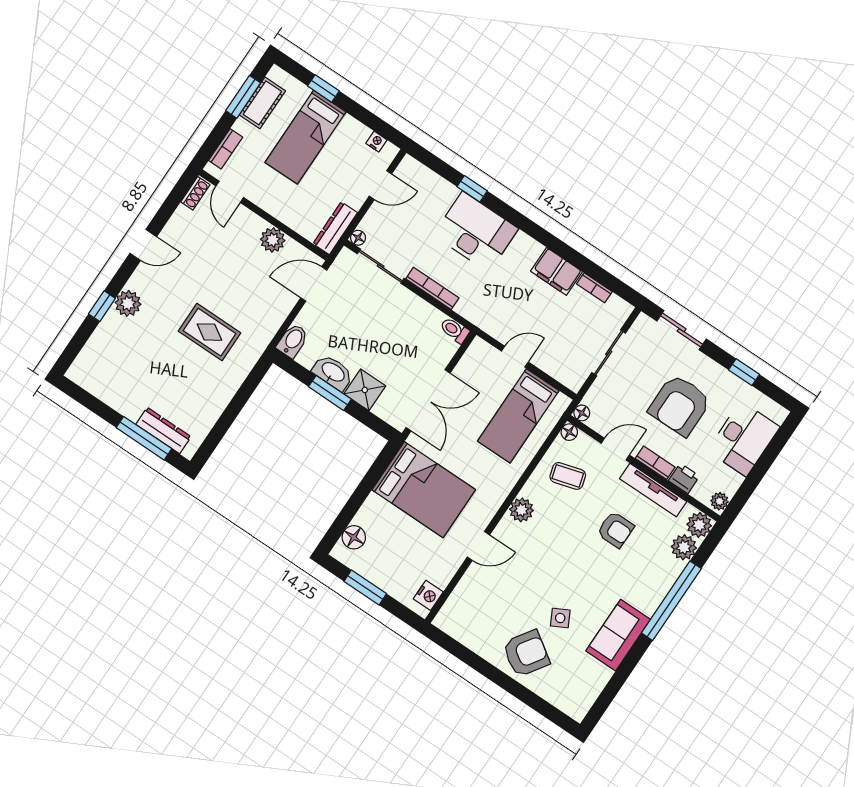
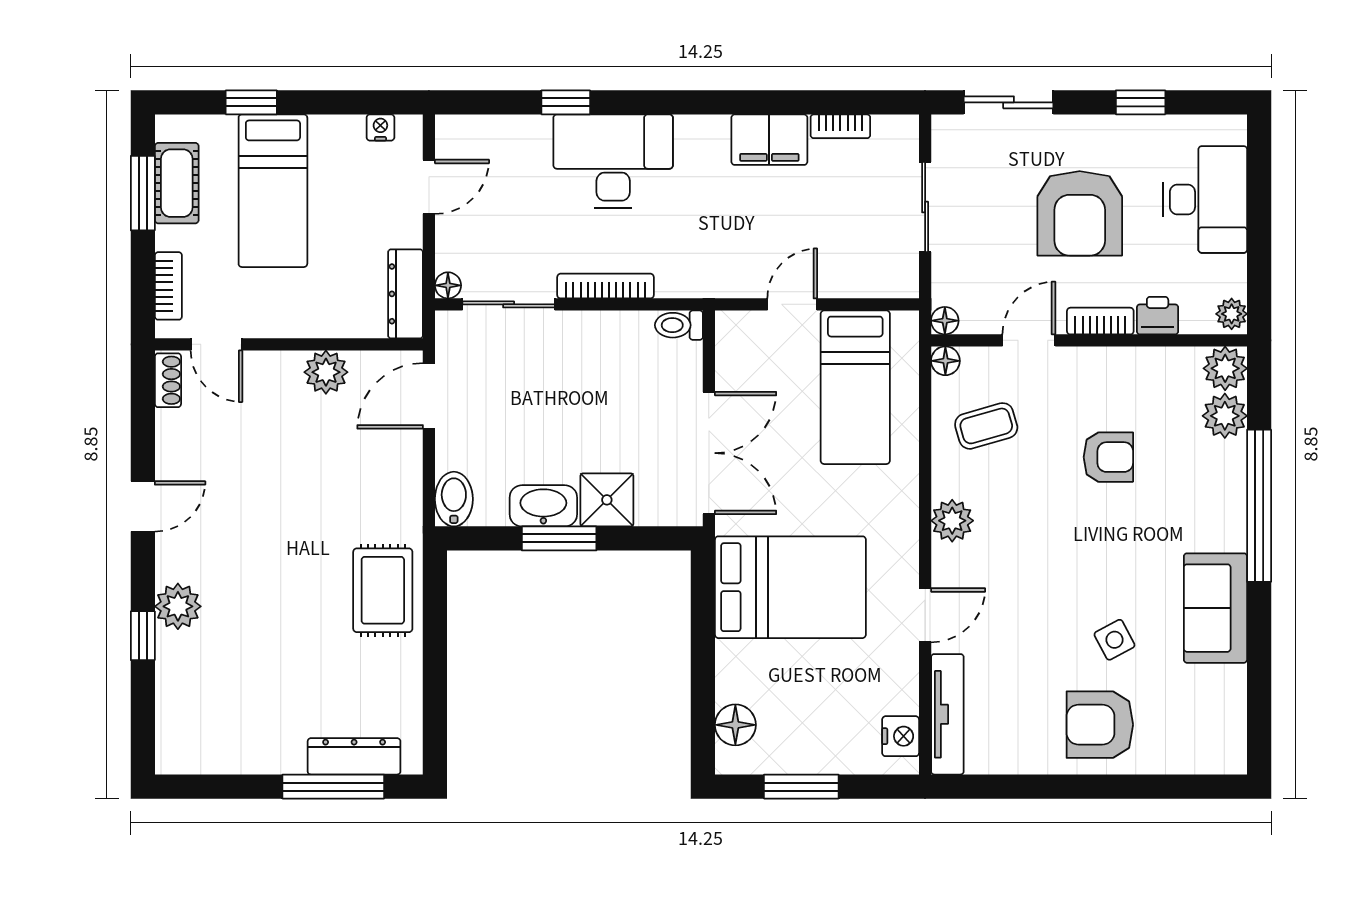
rug: (209, 332) -> (383, 590), moved, turned 90
tv unit: (653, 490) -> (947, 714), moved, turned -90
armchair: (526, 653) -> (1100, 725), turned -124

